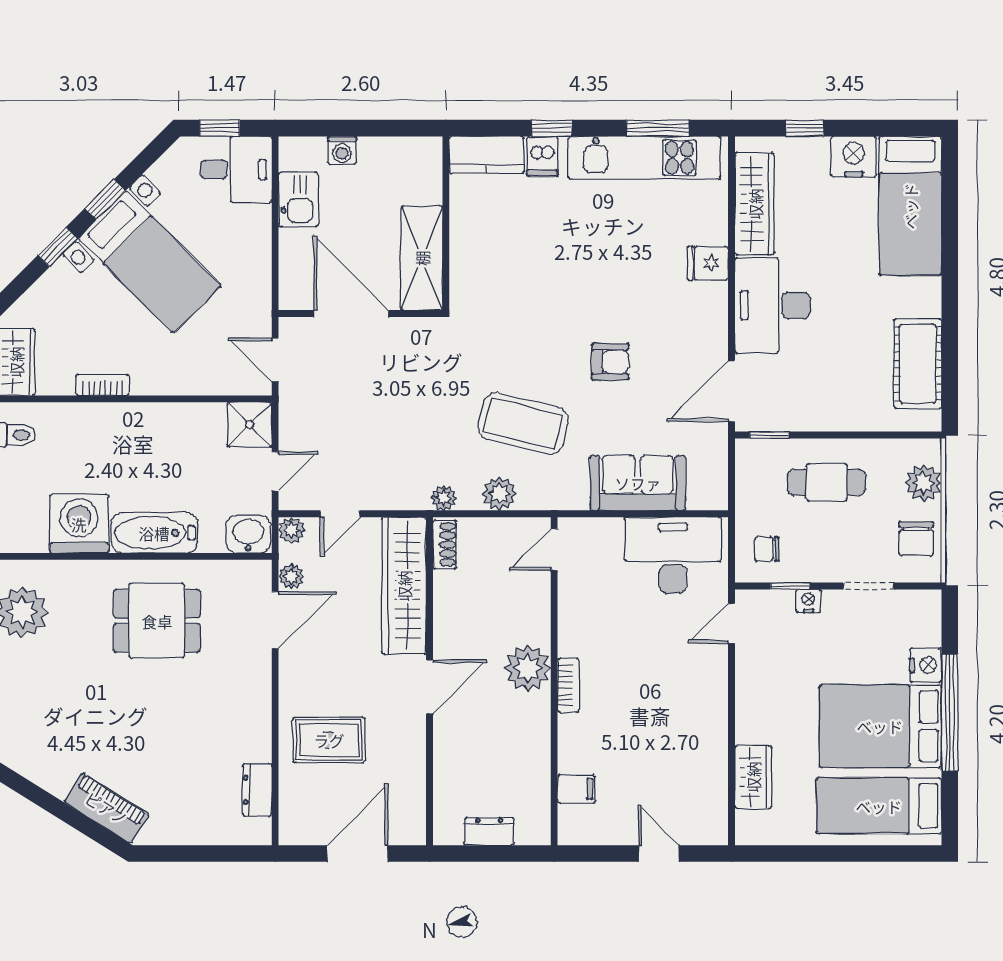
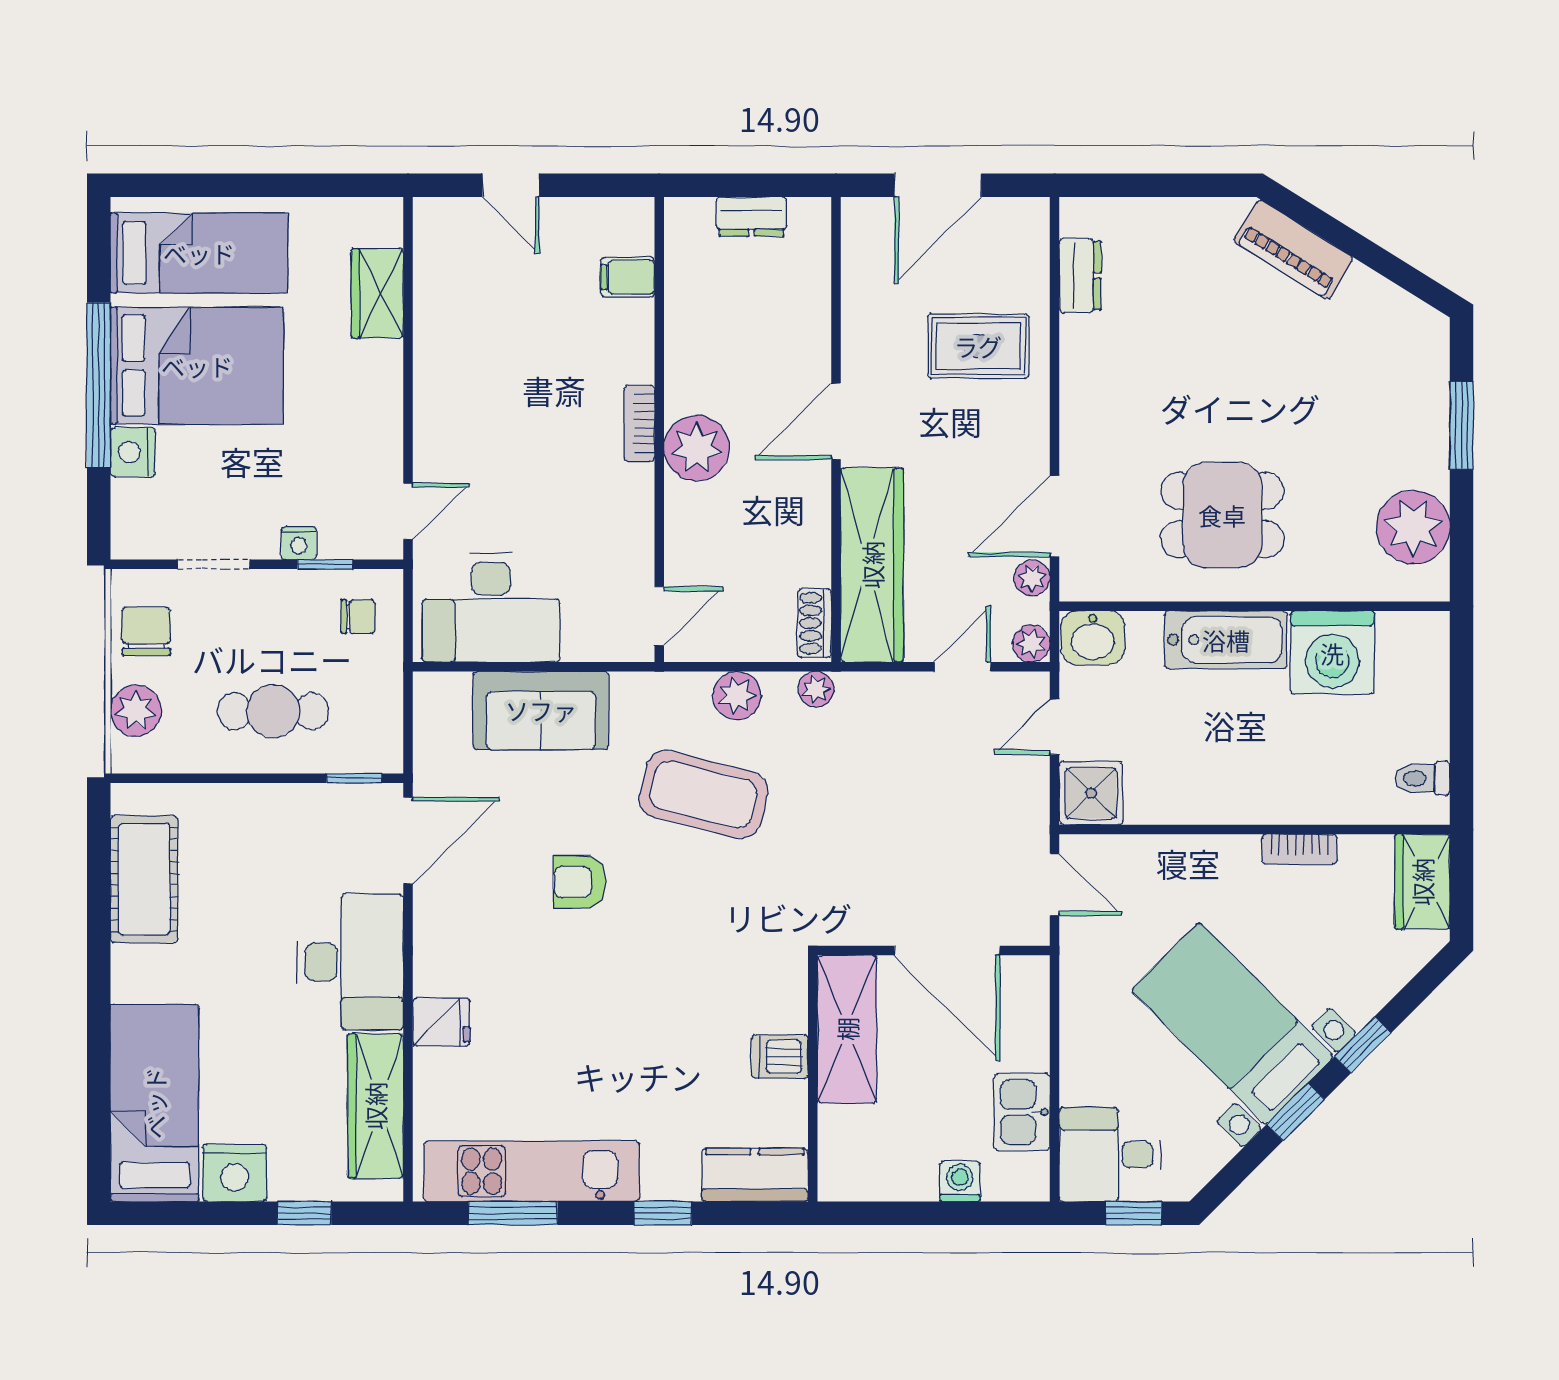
dishwasher: (542, 156) -> (780, 1057), moved, turned -90

